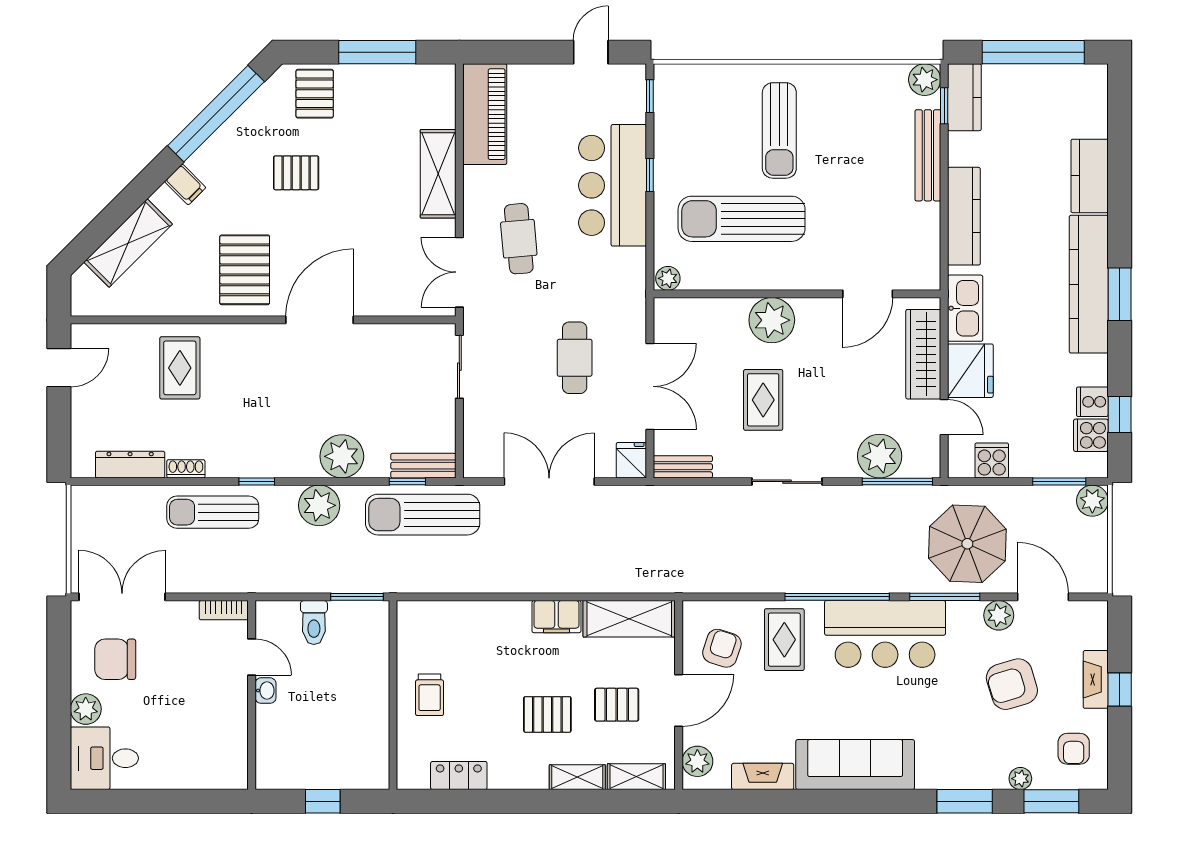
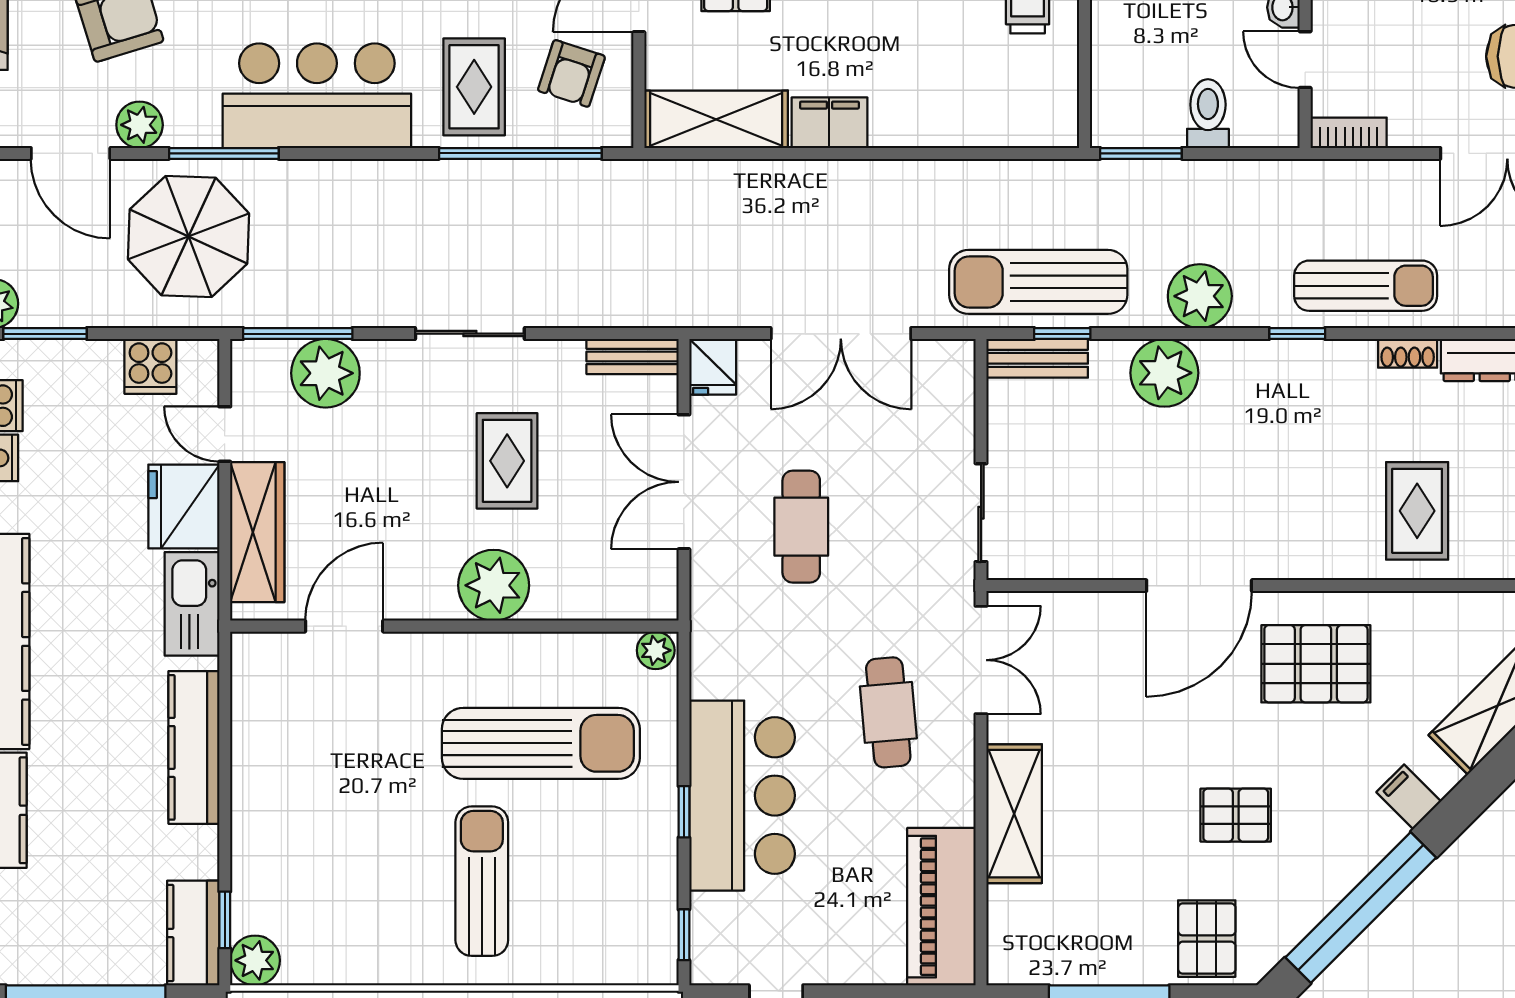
bench: (928, 155) -> (250, 842), removed
pallet: (245, 270) -> (1316, 664), turned 90
sun lounger: (423, 515) -> (1038, 282), turned 180
window: (837, 597) -> (520, 153), moved

